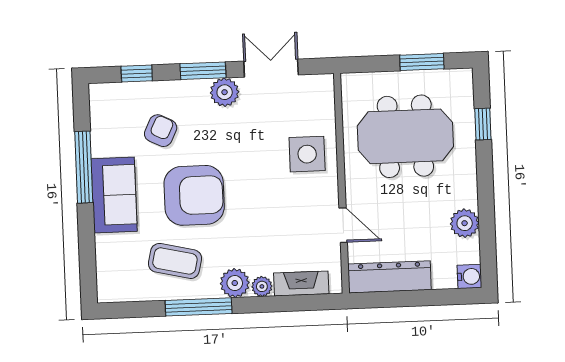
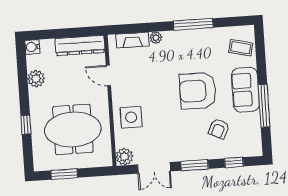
plant: (225, 92) -> (124, 157), moved
window: (483, 124) -> (26, 125), moved
coffee table: (175, 261) -> (241, 48), moved, width x0.73, depth x0.77
plant: (235, 283) -> (172, 39), removed

